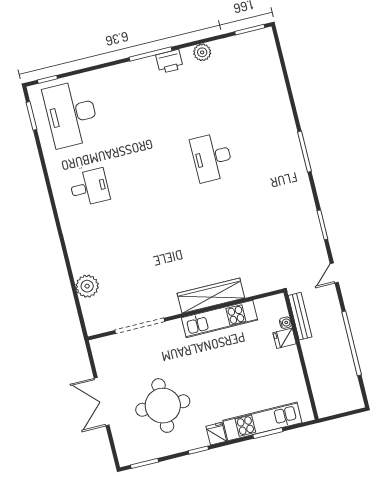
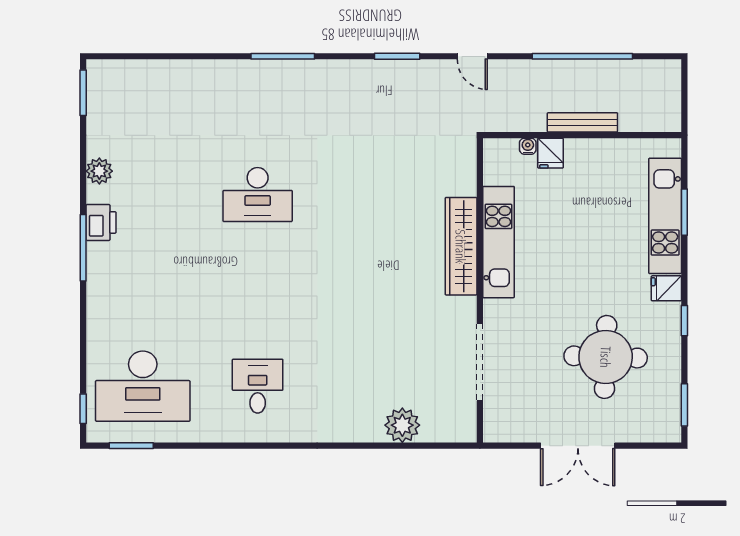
bench: (300, 316) -> (582, 122), moved

